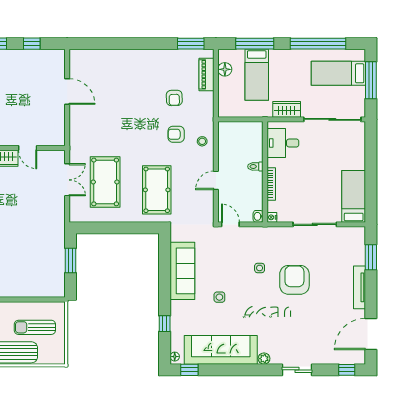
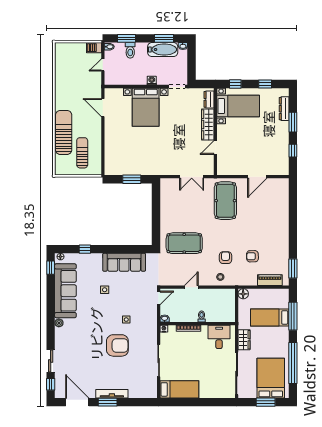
floor lamp: (225, 69) -> (243, 294), moved
bed: (338, 73) -> (271, 378), width x1.50
window: (371, 80) -> (266, 402), width x0.69
door: (216, 180) -> (191, 287), hinge flipped
pool table: (105, 182) -> (225, 201), moved, turned 90
window: (371, 257) -> (108, 402), moved
sliding door: (297, 370) -> (51, 361), moved

